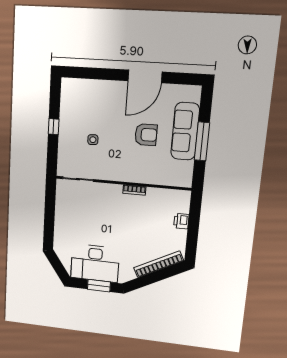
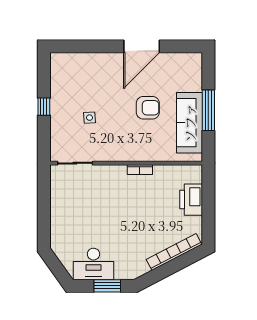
sofa: (185, 131) -> (190, 123), moved
printer: (181, 221) -> (191, 200), width x1.87, depth x1.48
desk: (95, 263) -> (93, 264), width x0.73, depth x0.77

